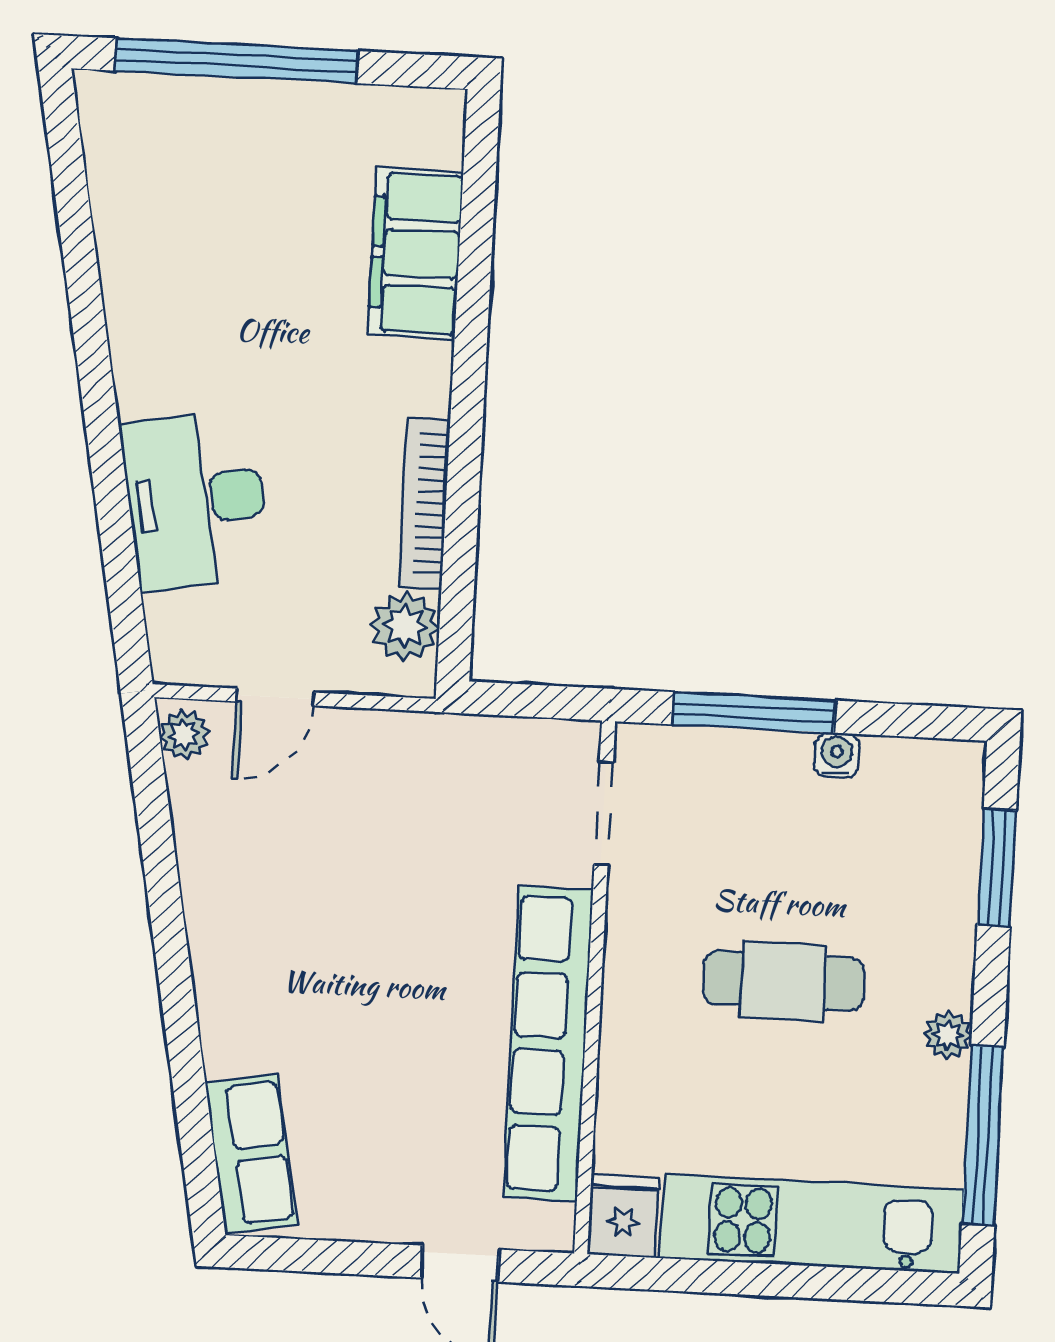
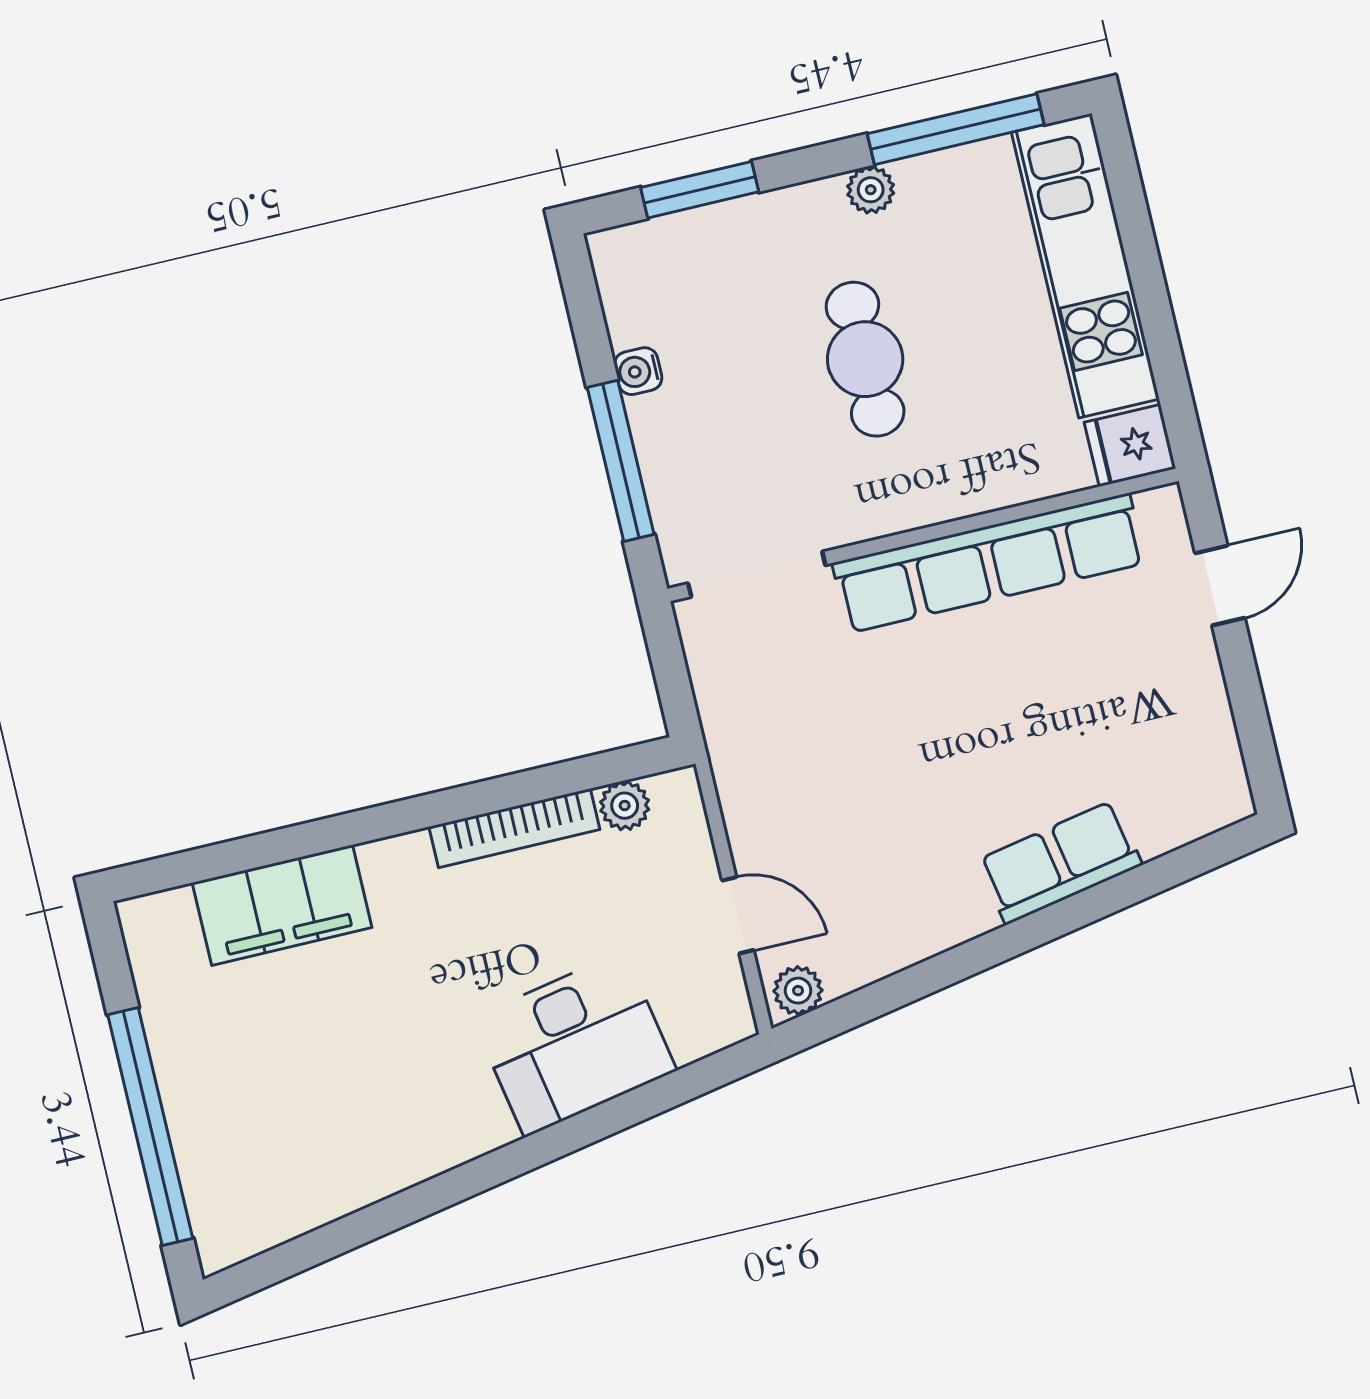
plant: (405, 626) -> (625, 806), width x0.73, depth x0.73
doorway: (604, 813) -> (757, 574), width x1.38
row of seats: (251, 1153) -> (1060, 862), moved

